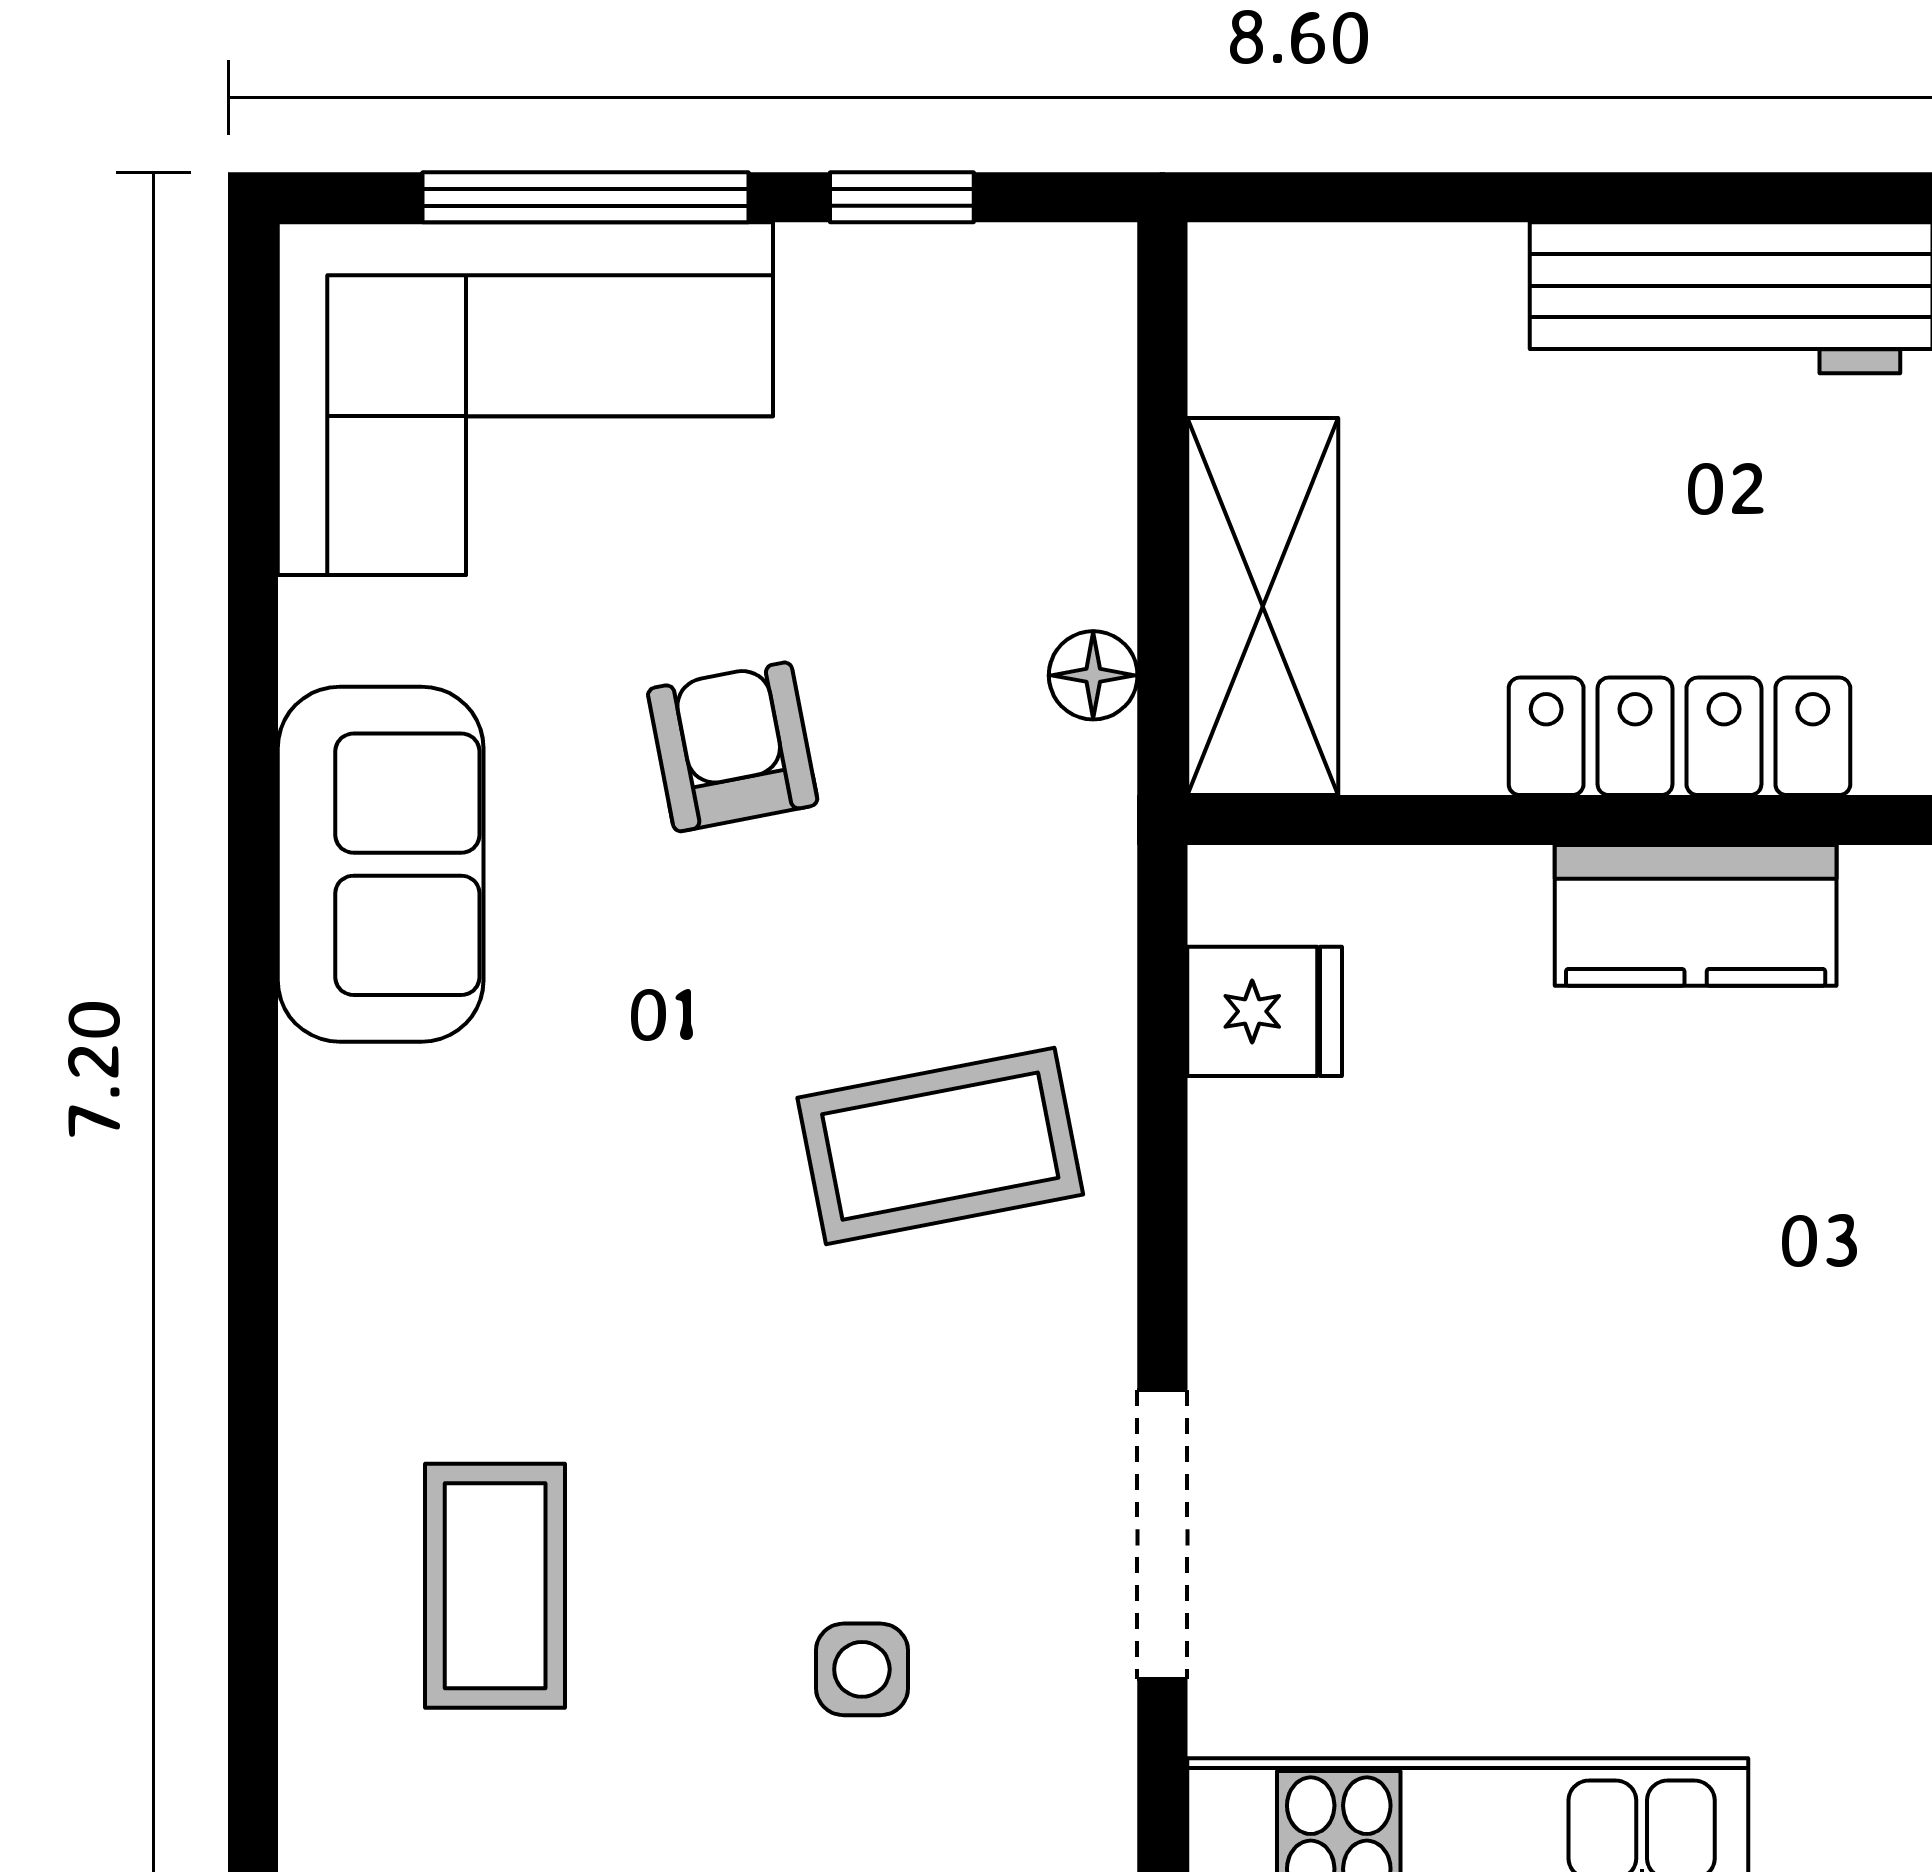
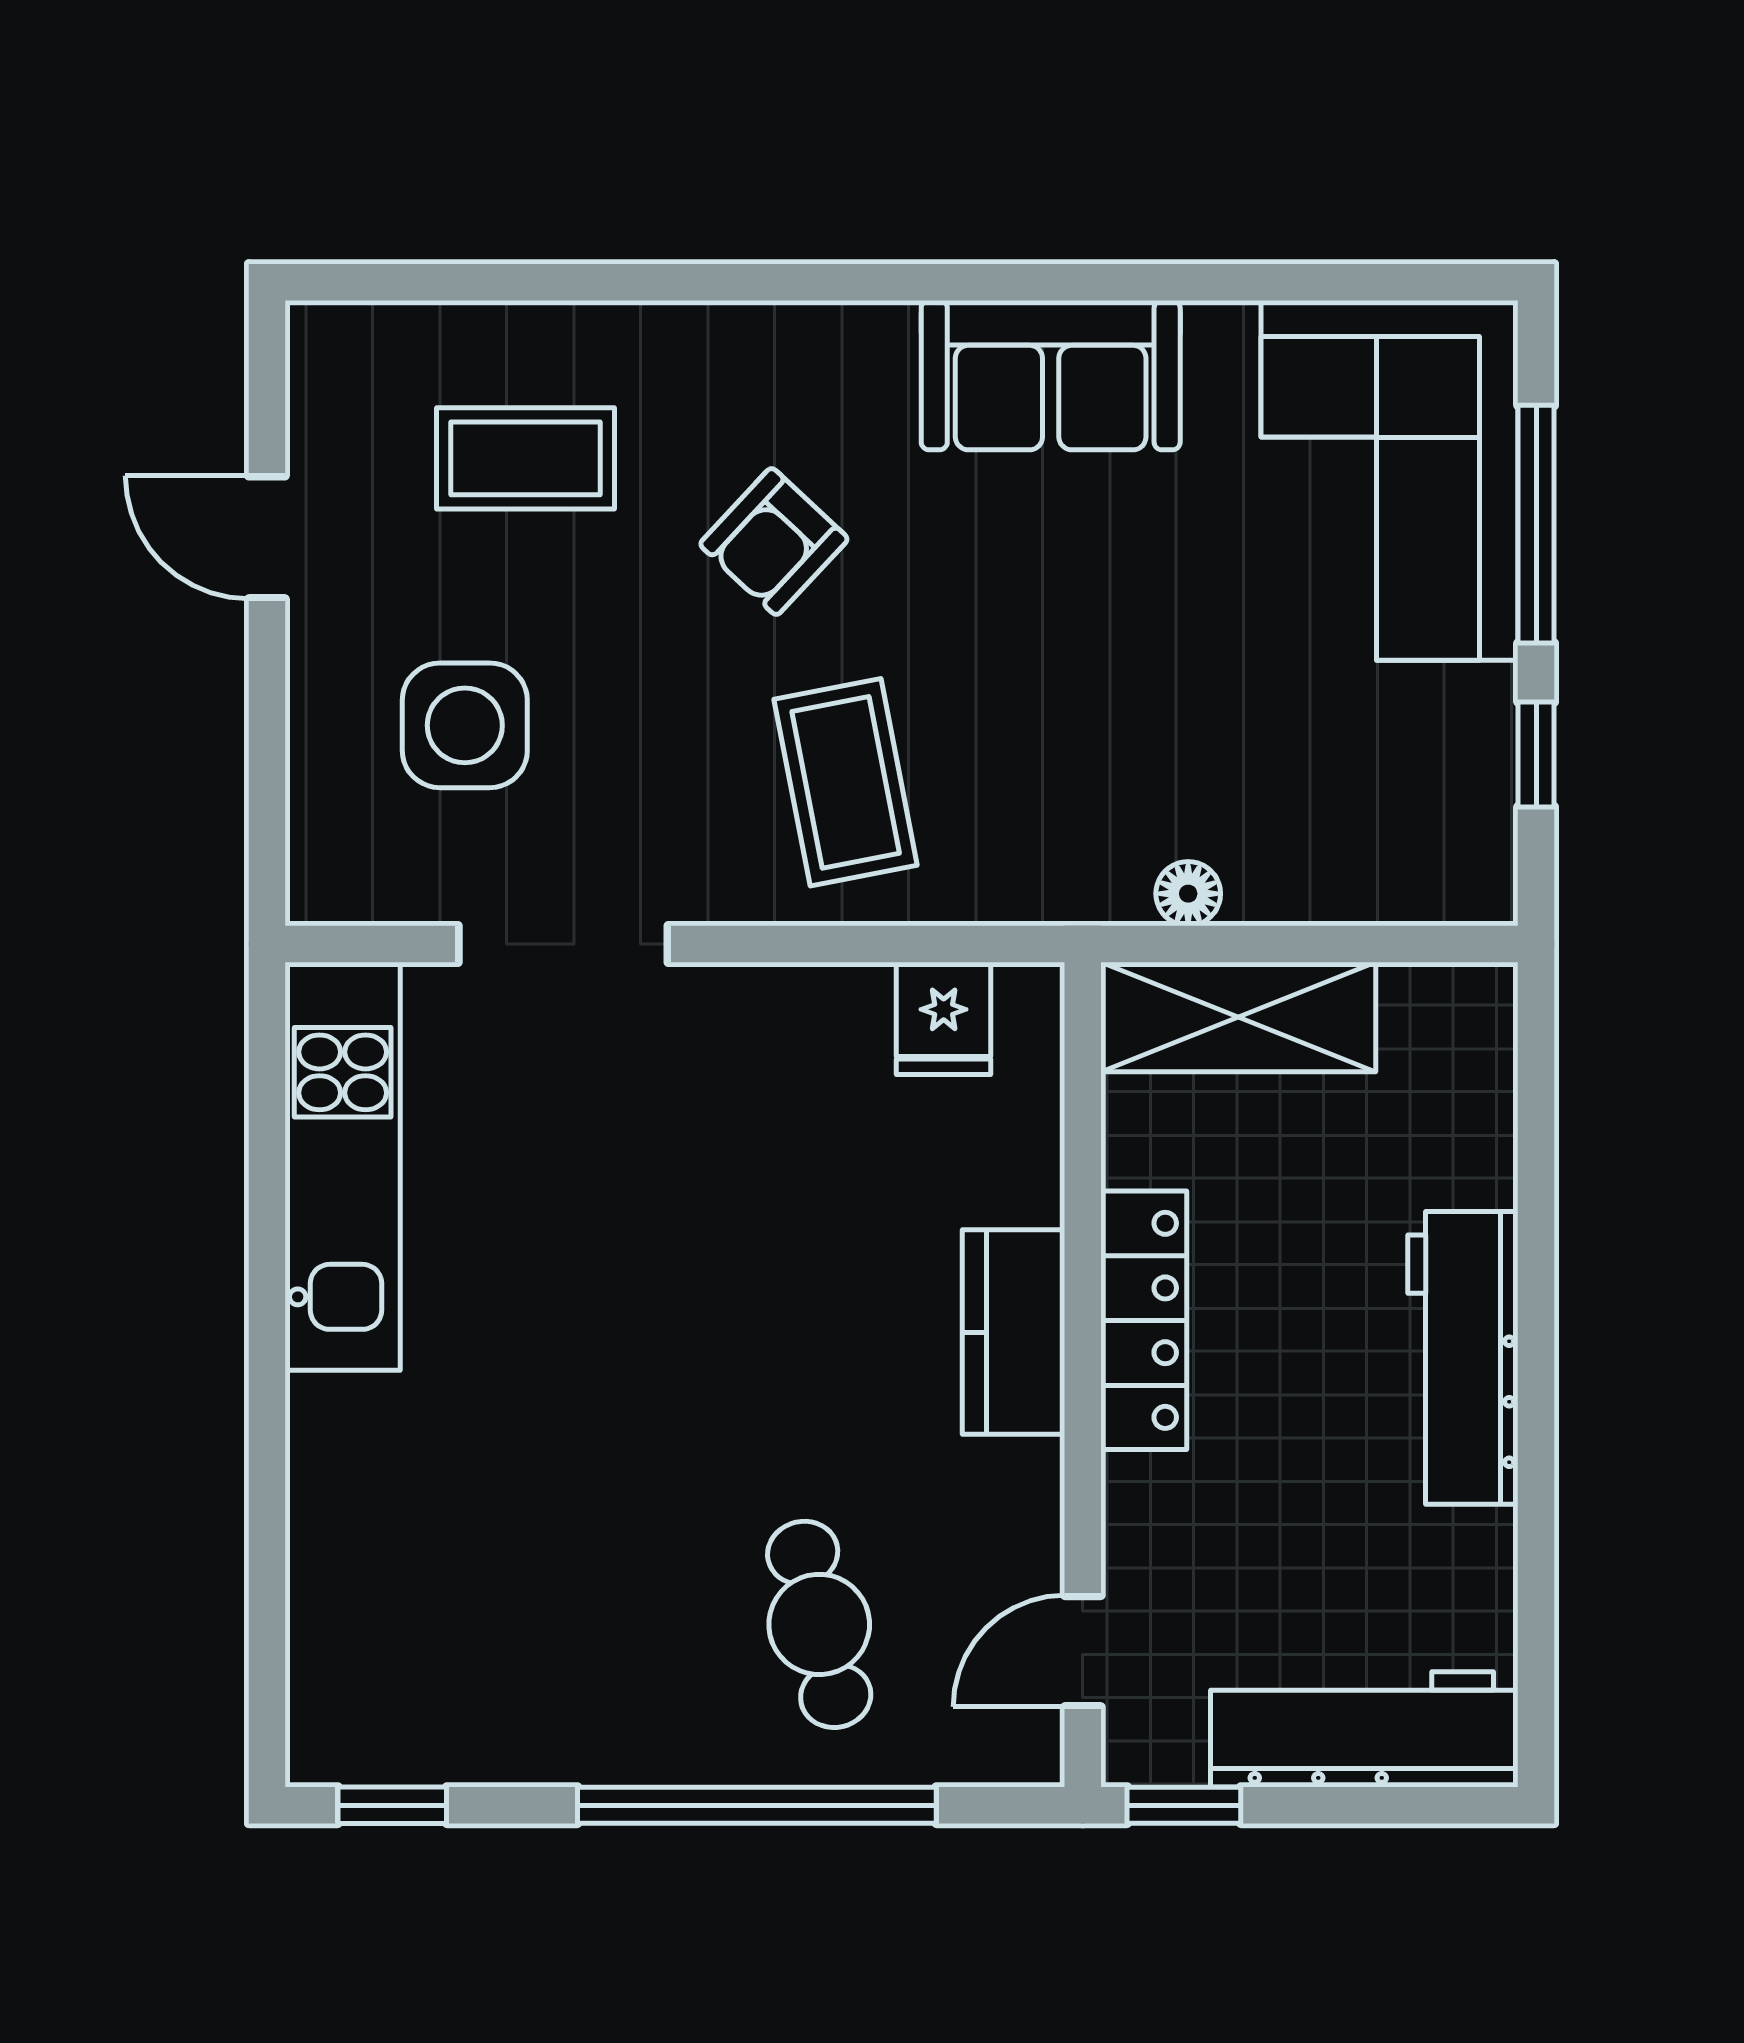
armchair: (733, 747) -> (774, 542), moved, turned 144
side table: (862, 1669) -> (465, 725), width x1.87, depth x1.87

